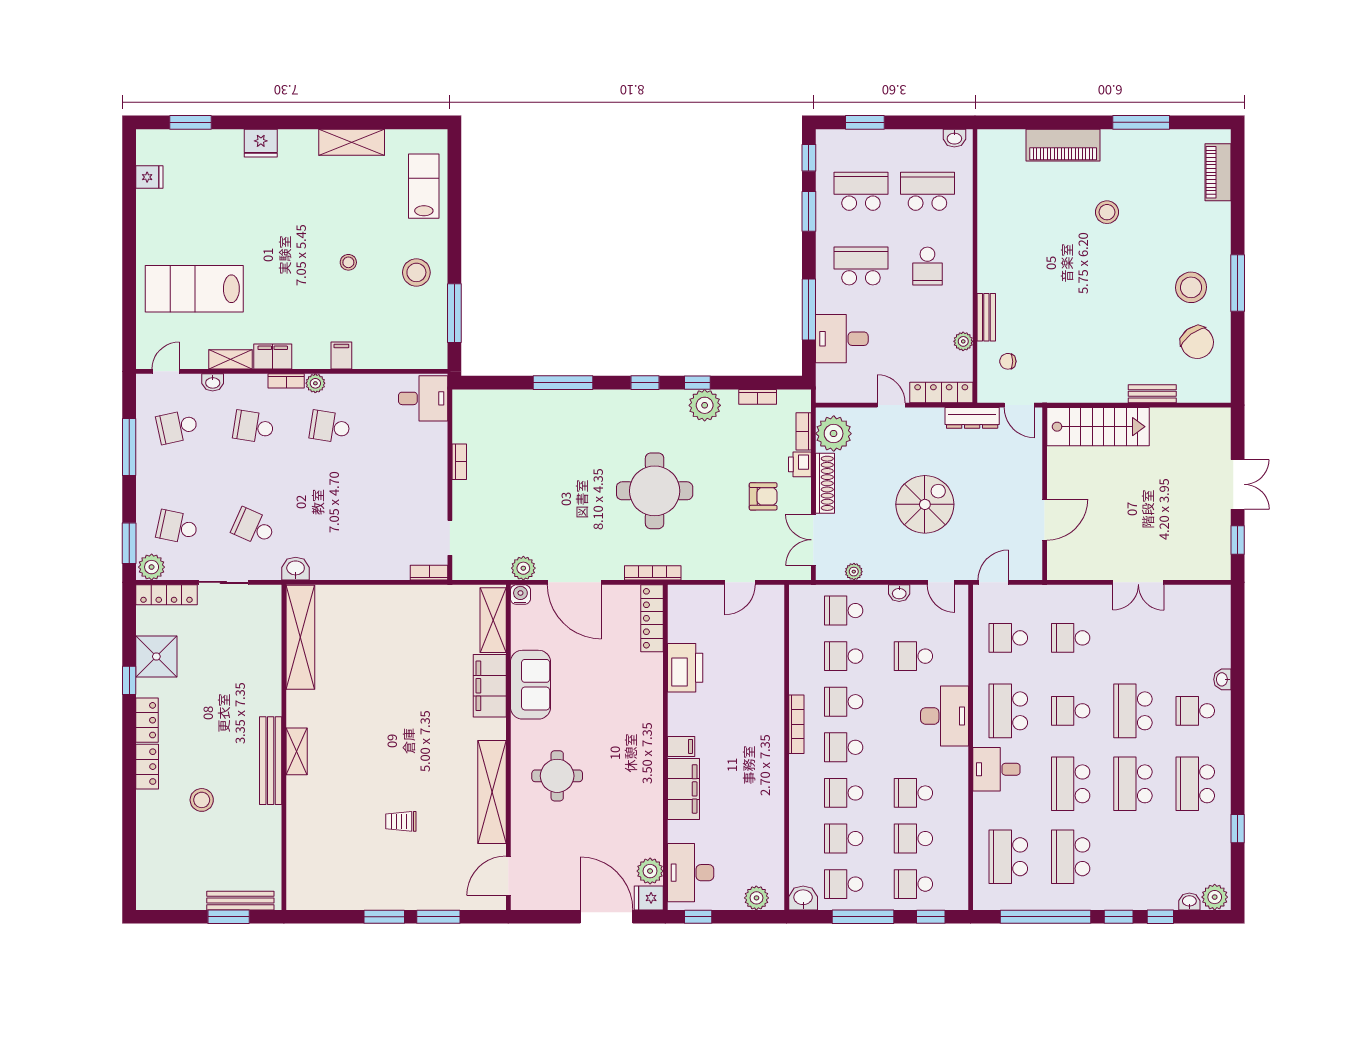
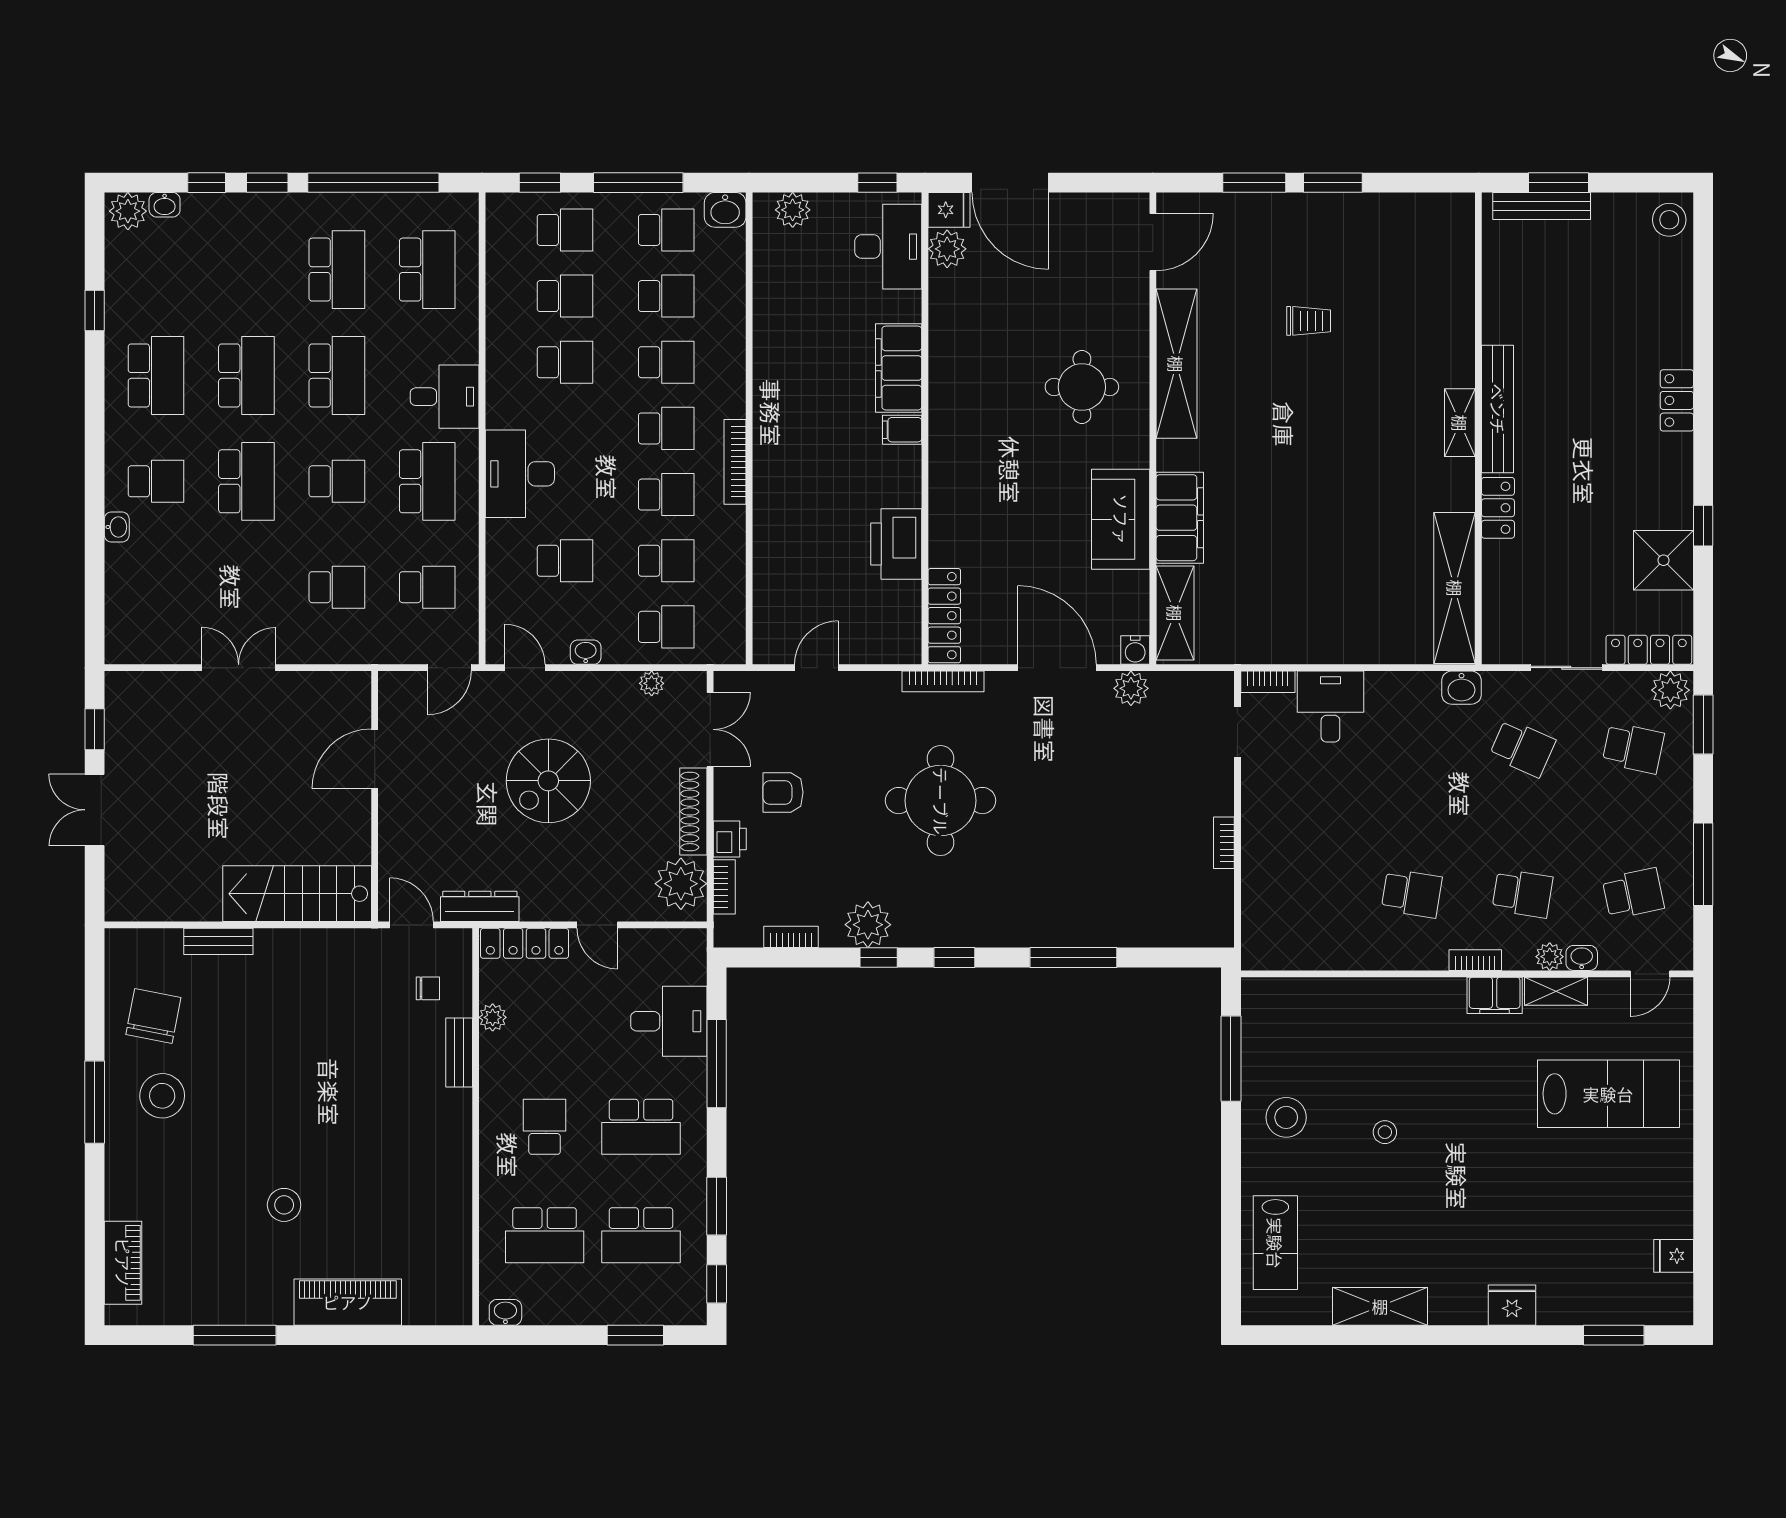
chair: (1197, 342) -> (153, 1016), turned 48
filing cabinet: (341, 356) -> (1395, 997), removed
plant: (315, 383) -> (1550, 957), moved
desk: (423, 398) -> (1330, 707), moved, turned 90
locker: (147, 720) -> (1498, 508), moved, turned 180
stool: (202, 800) -> (1669, 220), moved

